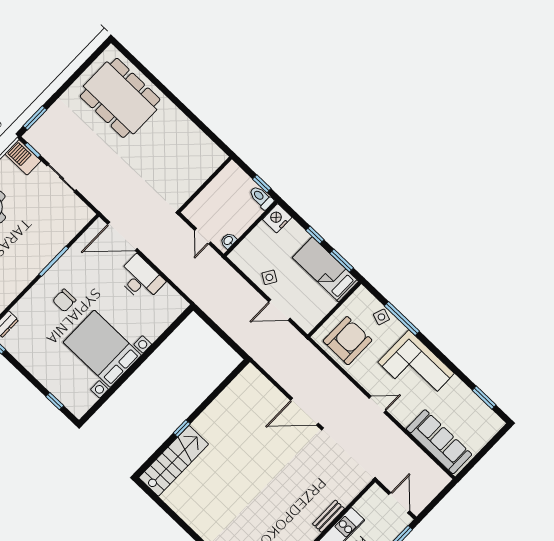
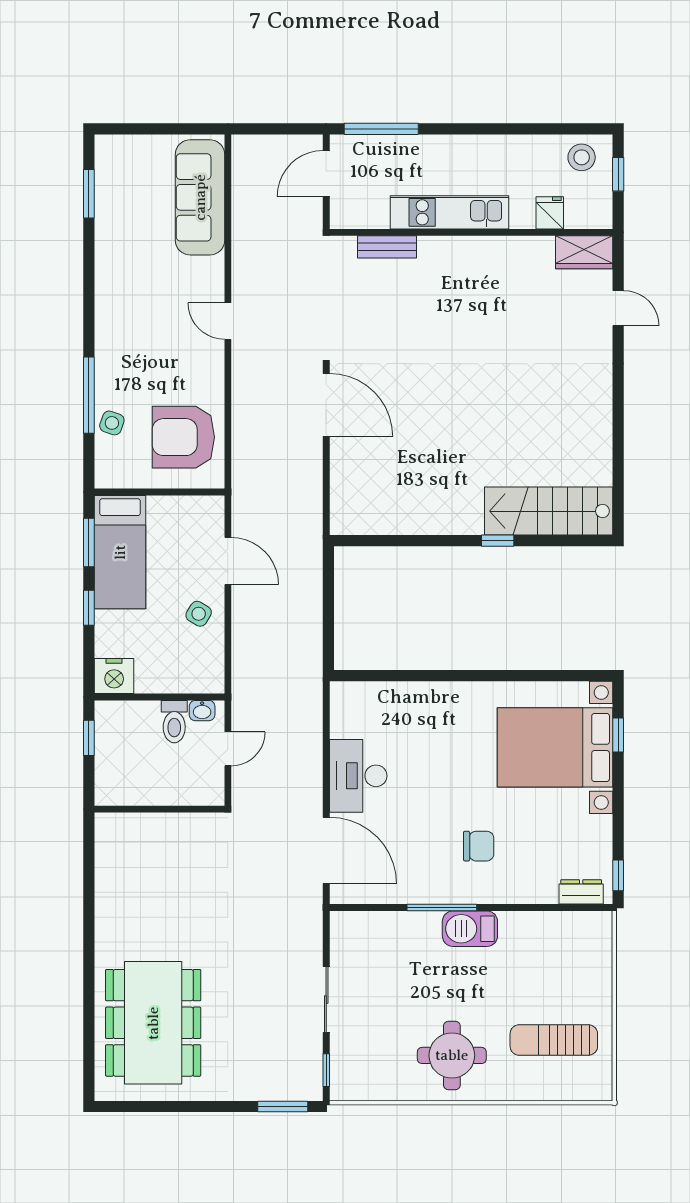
barbecue: (23, 157) -> (470, 929), moved, turned 90
toilet: (261, 198) -> (174, 722), moved
bed with nightstands: (102, 349) -> (555, 747), moved, turned 90
corner sofa: (416, 368) -> (134, 317), removed
bench: (328, 516) -> (387, 247), moved

